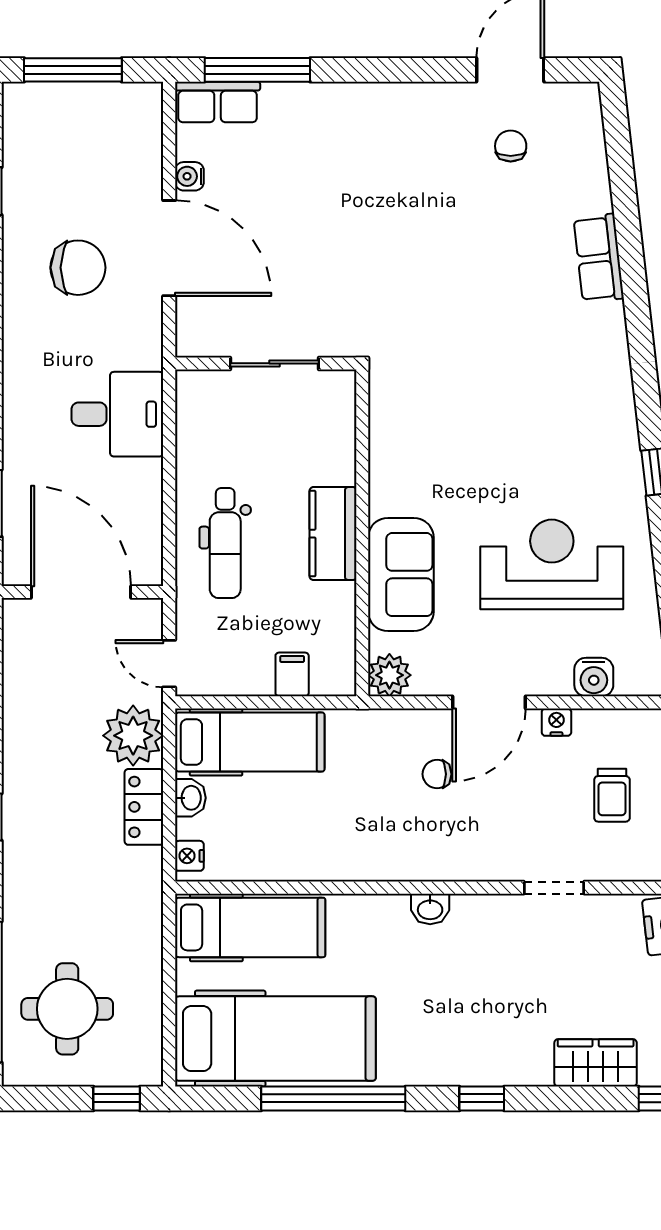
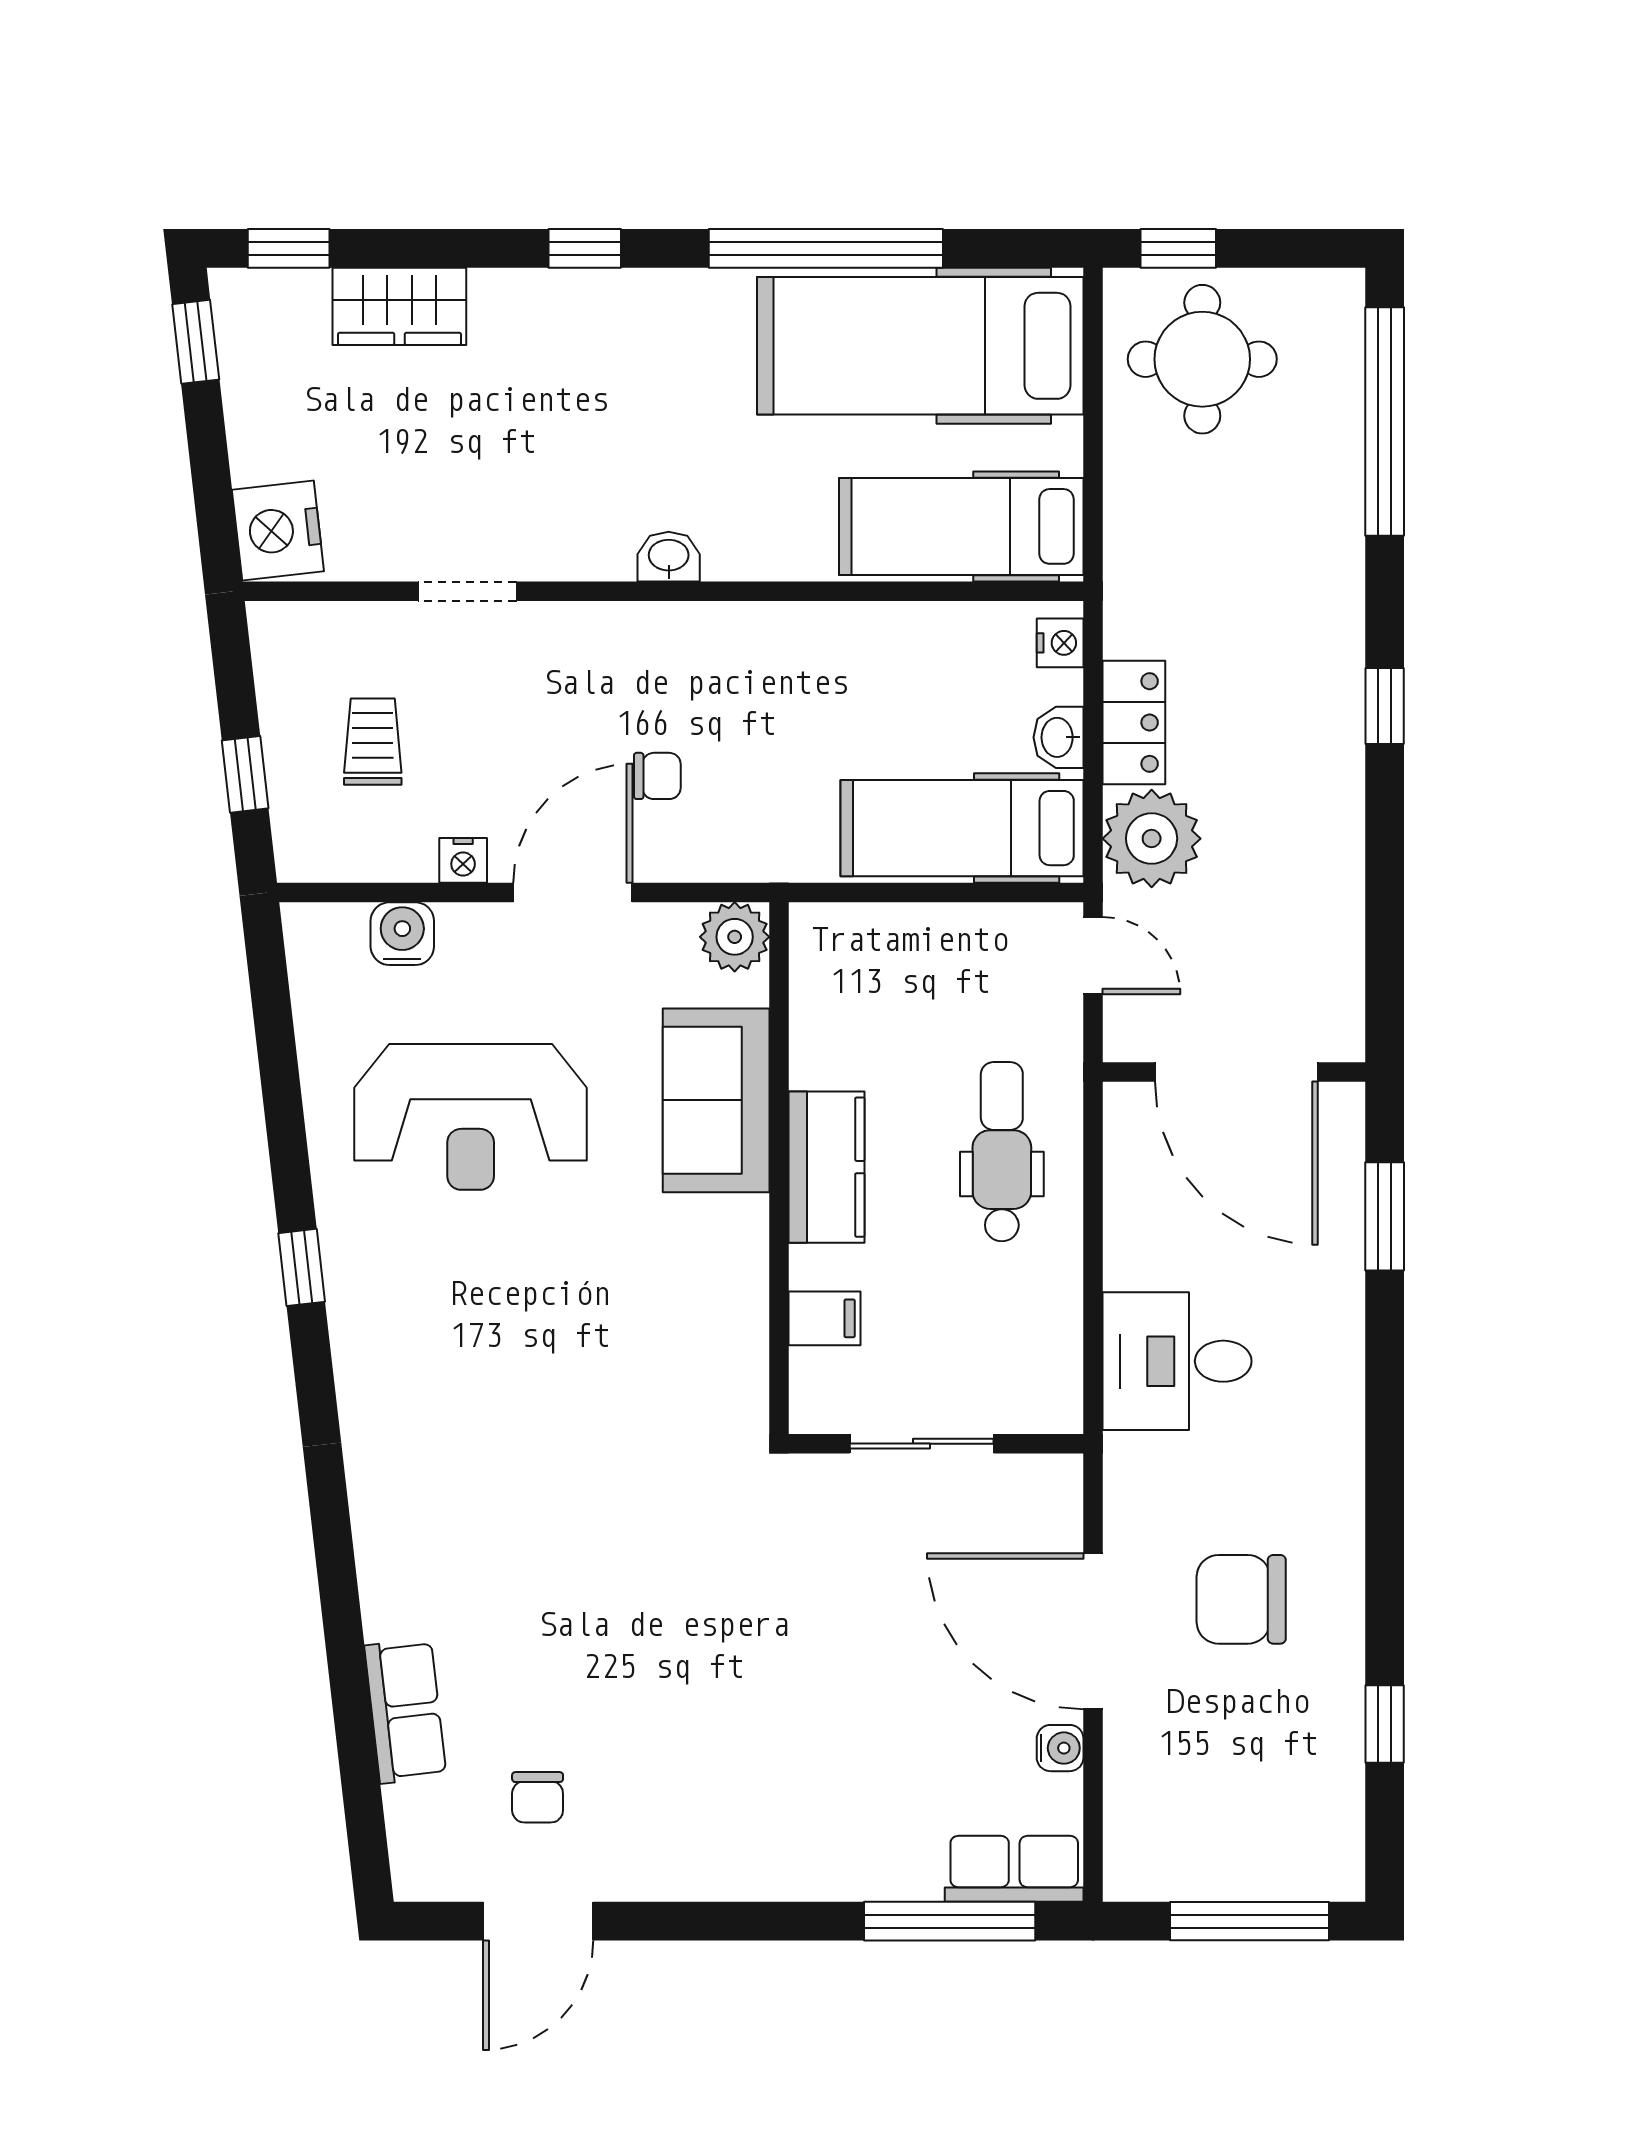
row of seats: (599, 258) -> (405, 1711), moved
filing cabinet: (292, 674) -> (824, 1318), moved, turned -90
round table: (67, 1009) -> (1202, 359), moved

